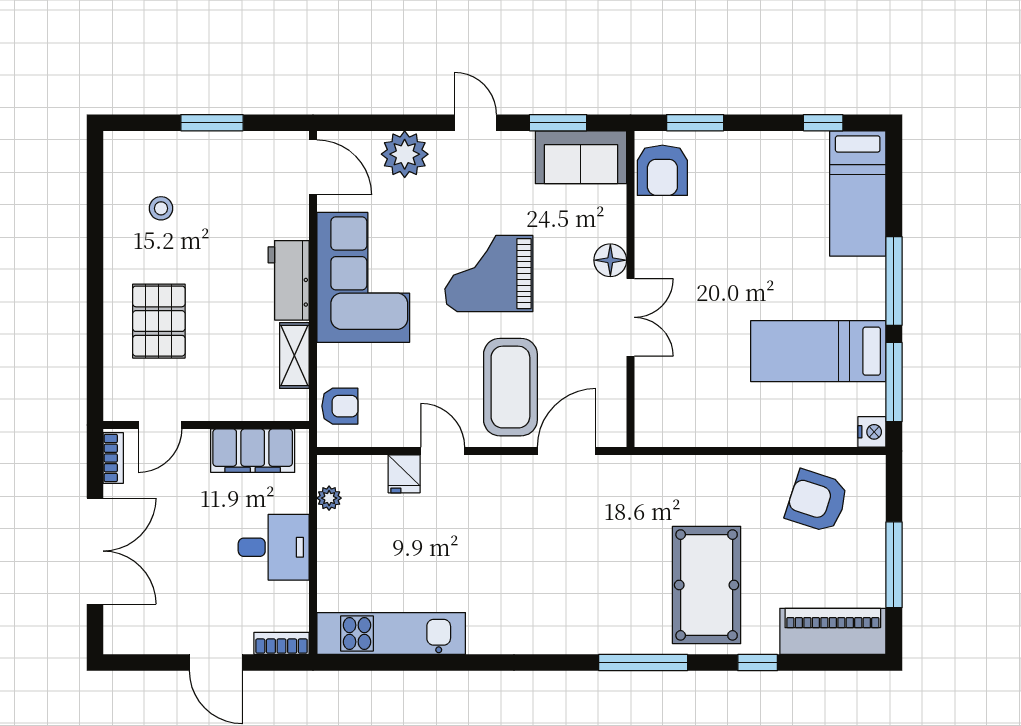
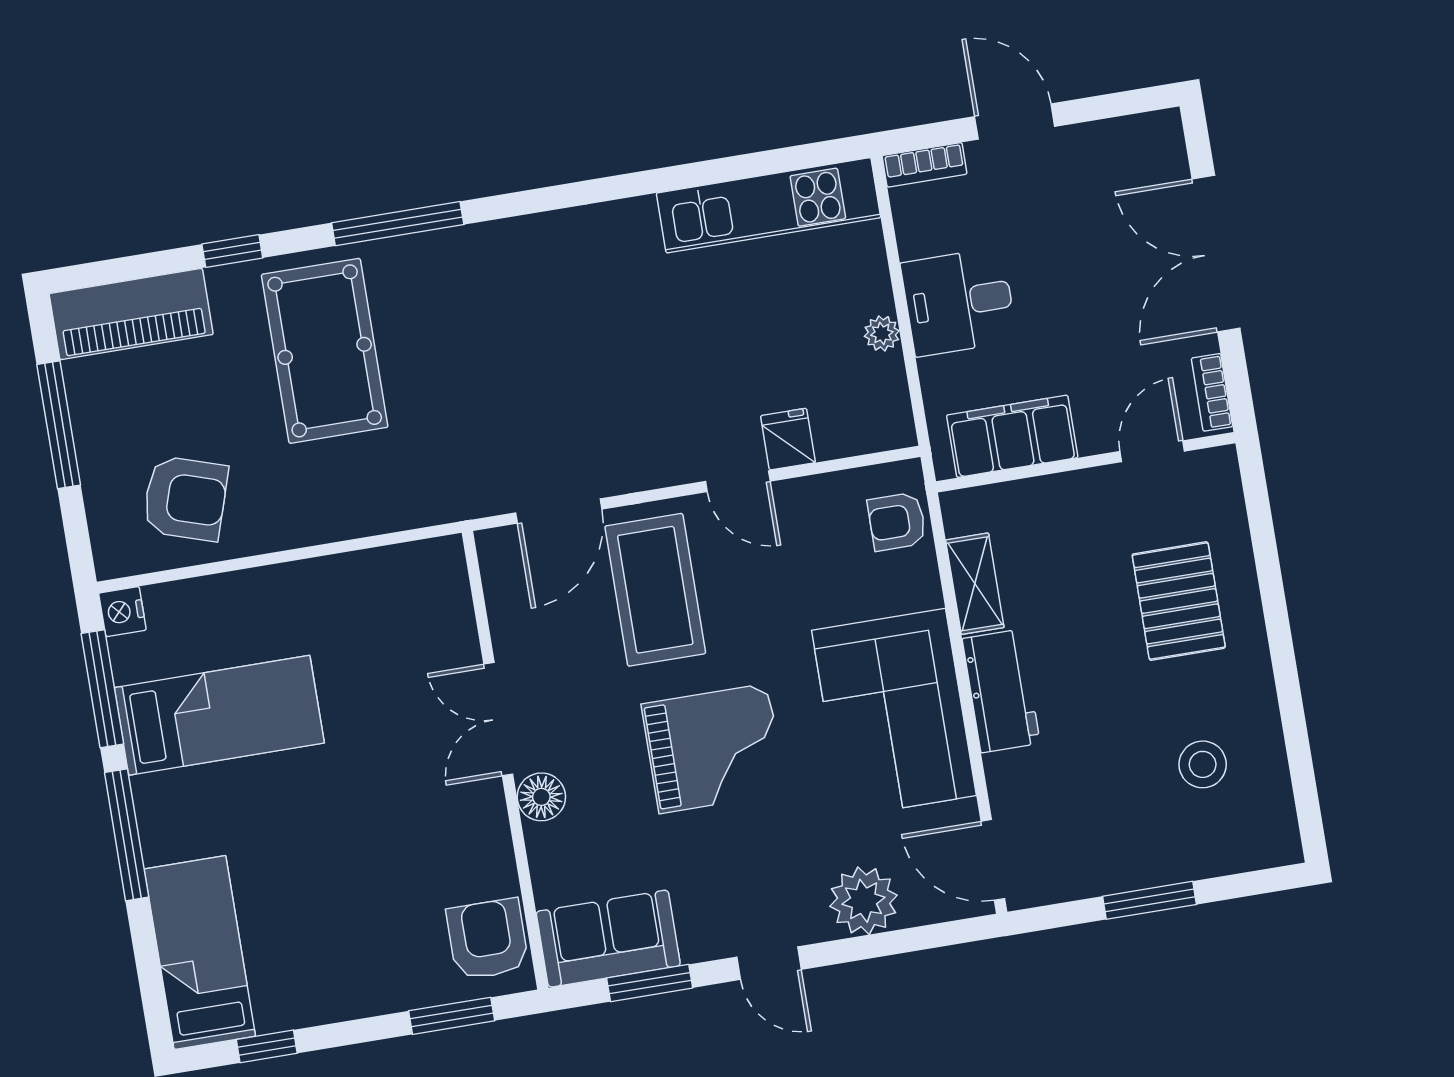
stool: (161, 208) -> (1203, 764), width x1.37, depth x1.37
plant: (329, 498) -> (882, 333), moved

